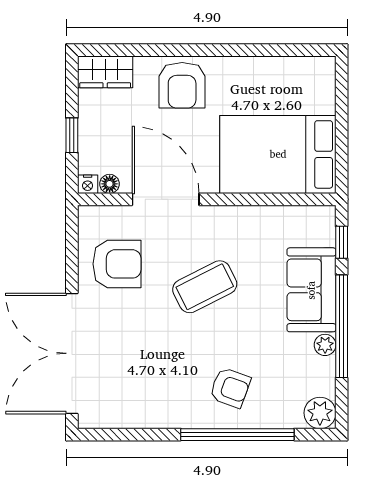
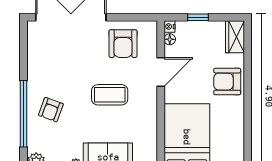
door: (166, 199) -> (161, 72), width x0.73
coffee table: (205, 287) -> (110, 95), turned -63

